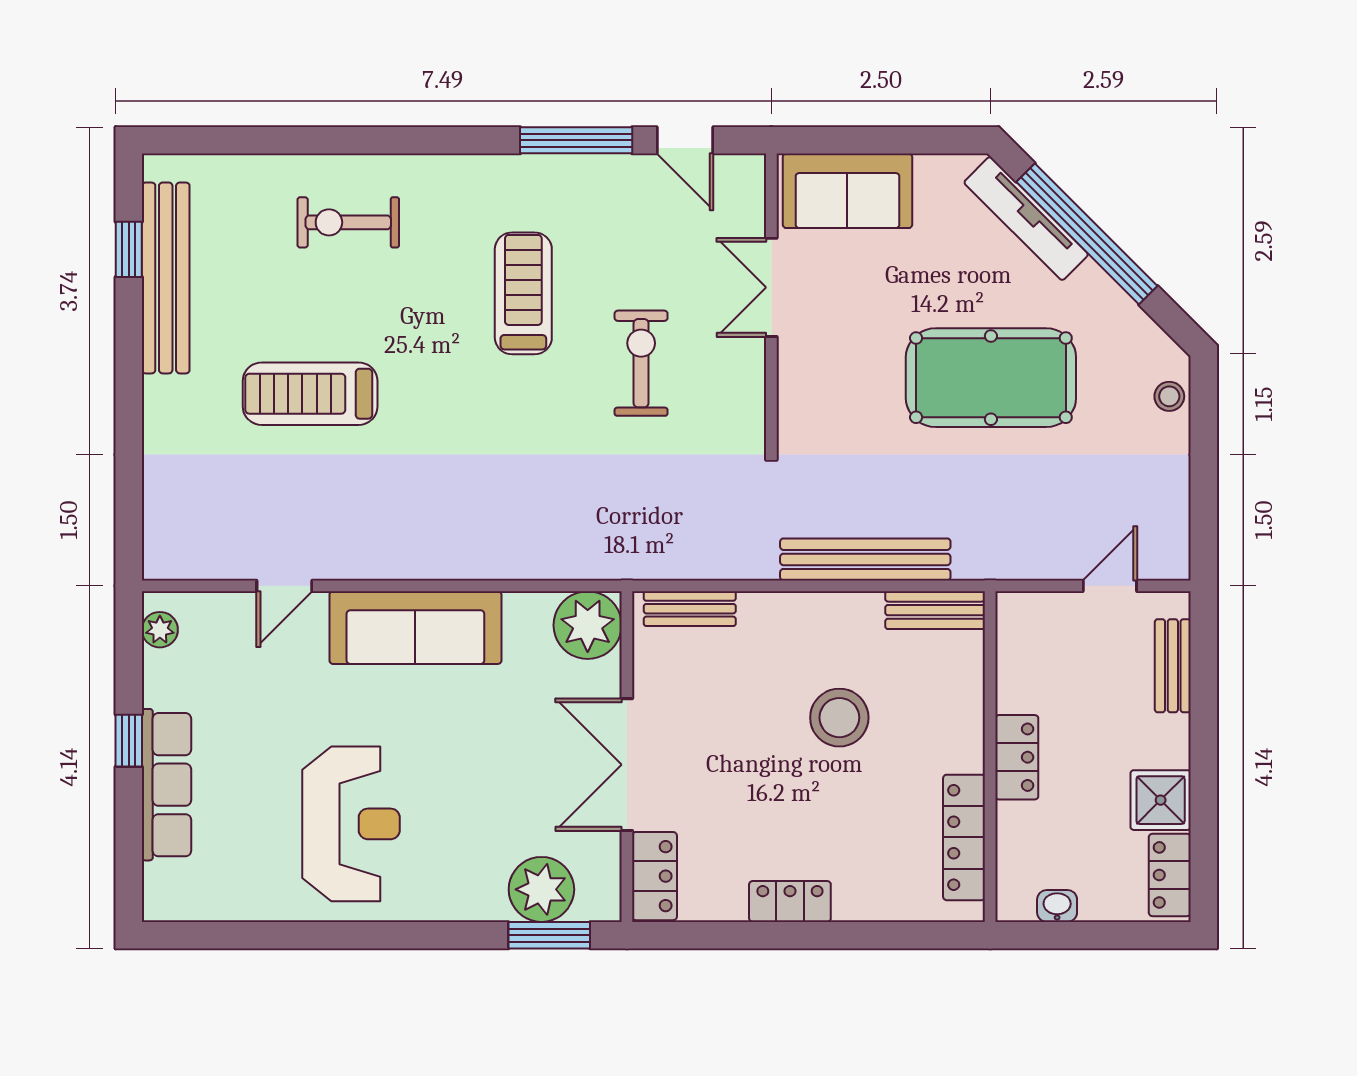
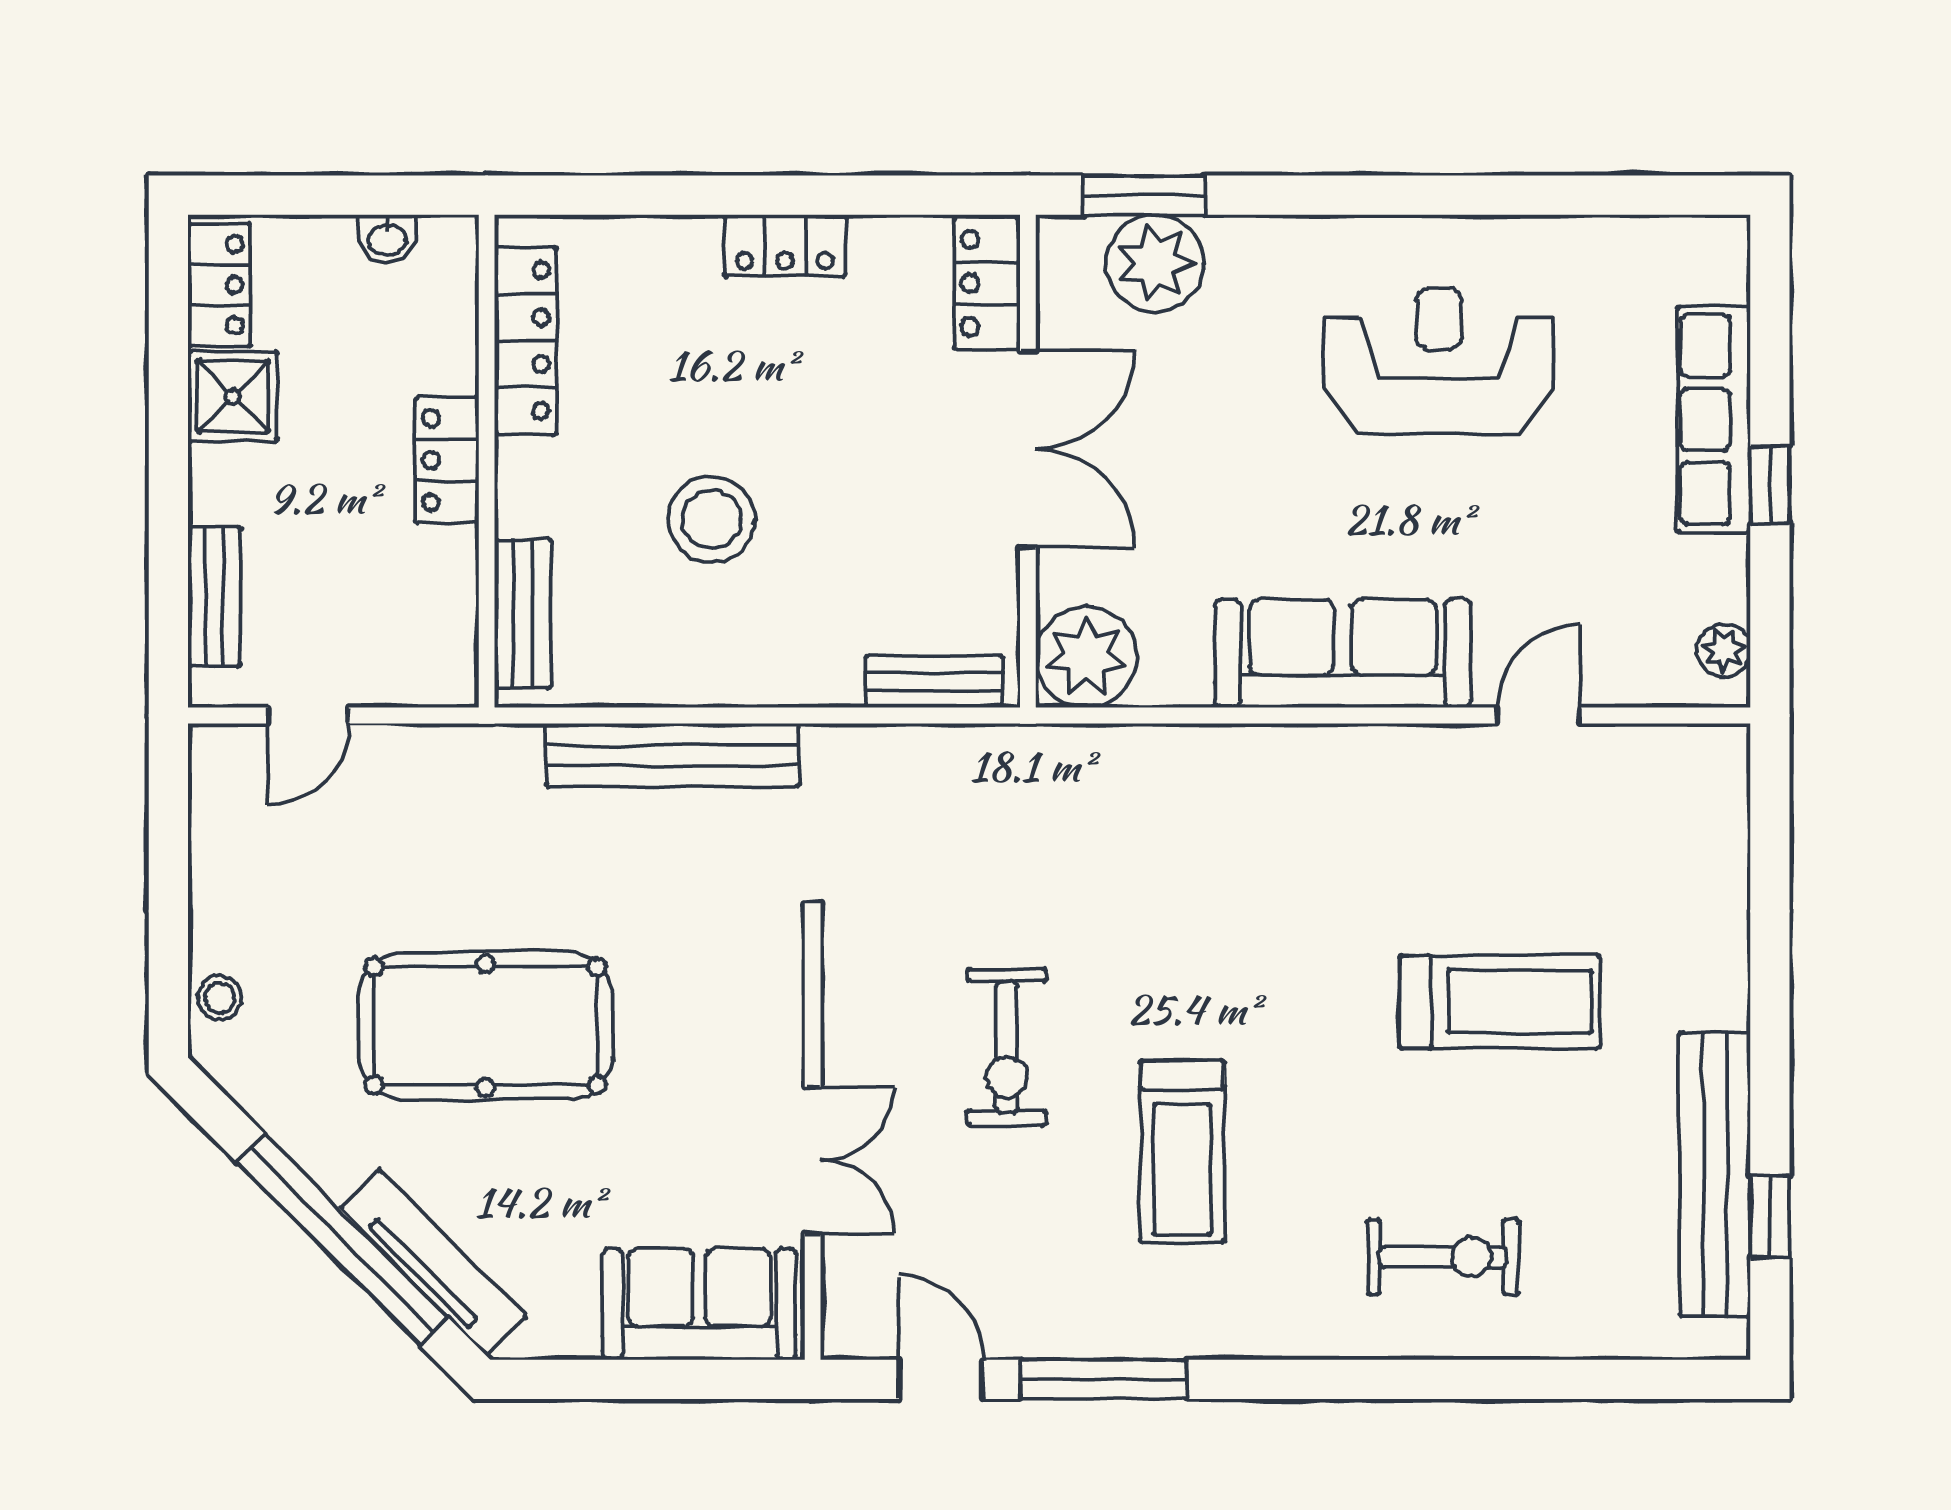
bench: (935, 610) -> (523, 614), moved, turned 90
reception desk: (351, 824) -> (1439, 361), turned 90

